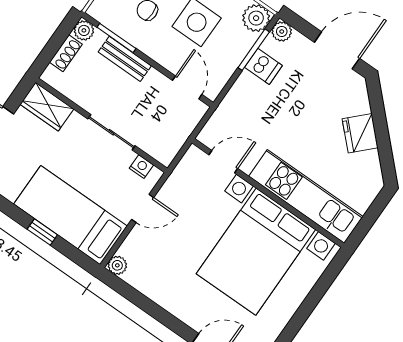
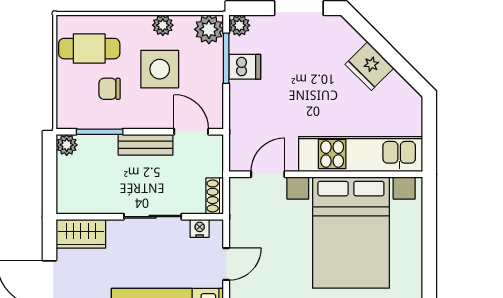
shoe rack: (66, 53) -> (215, 196), moved, turned 180
bench: (125, 59) -> (146, 145), moved

